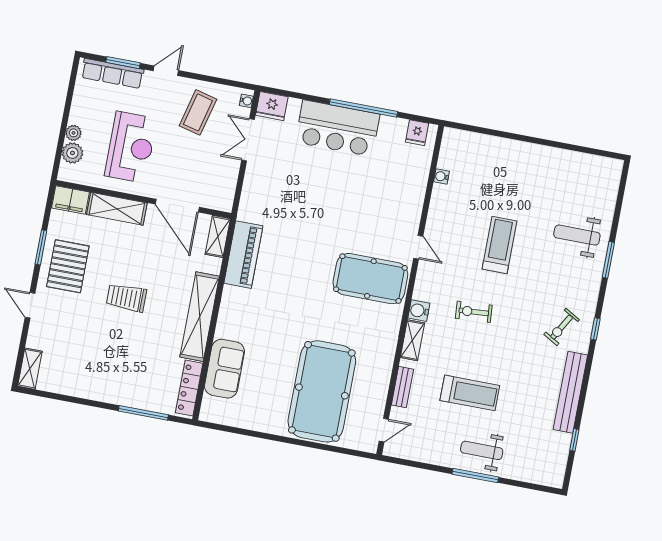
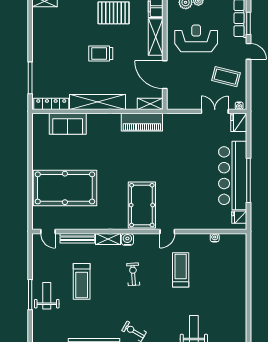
bar counter: (338, 128) -> (233, 176), width x1.36
reception desk: (131, 147) -> (196, 38), turned 180
door: (177, 206) -> (165, 75), hinge flipped
treadmill: (499, 245) -> (181, 270), moved, turned -90
trolley: (126, 298) -> (101, 54), turned -90
bench: (402, 387) -> (77, 238), width x1.36

